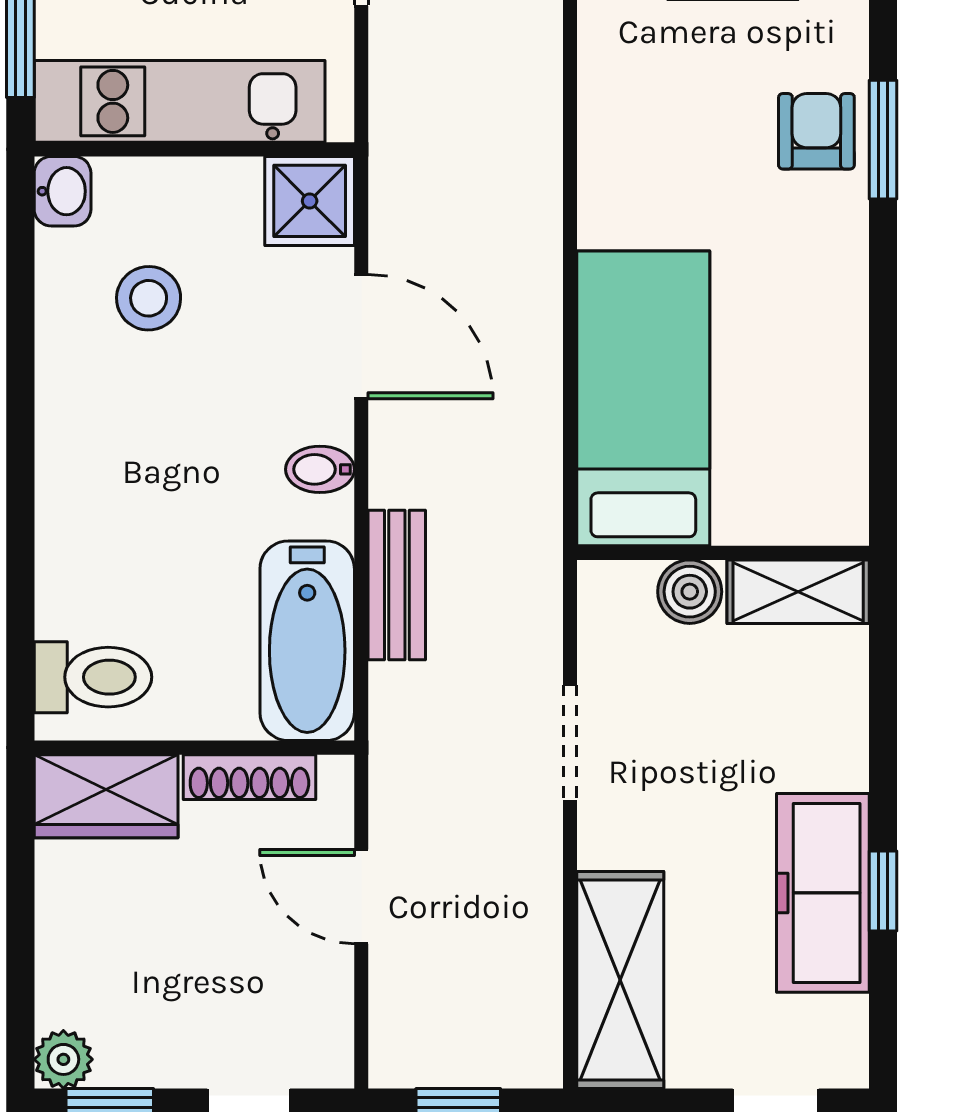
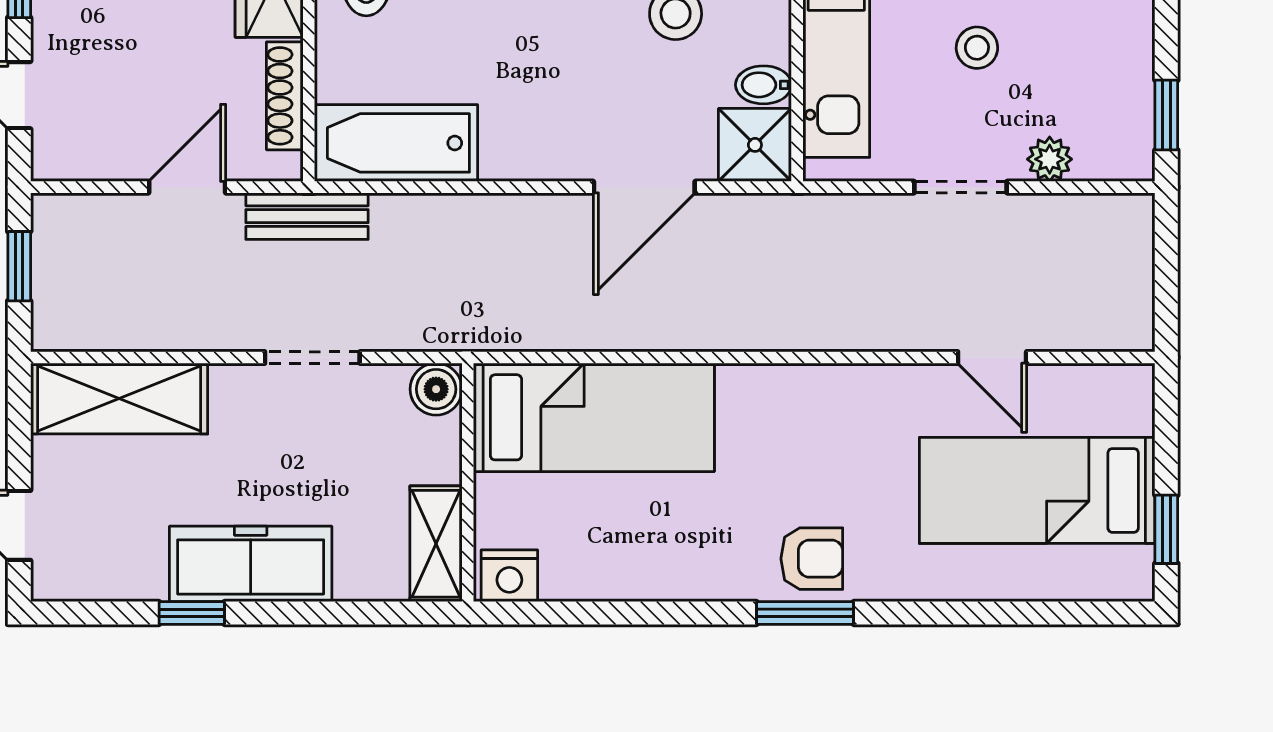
bidet: (320, 469) -> (763, 85), moved, turned -90
nightstand: (837, 502) -> (509, 576), added
bench: (397, 585) -> (307, 216), moved
boiler: (690, 592) -> (436, 389), moved
freezer: (823, 893) -> (251, 564), moved

